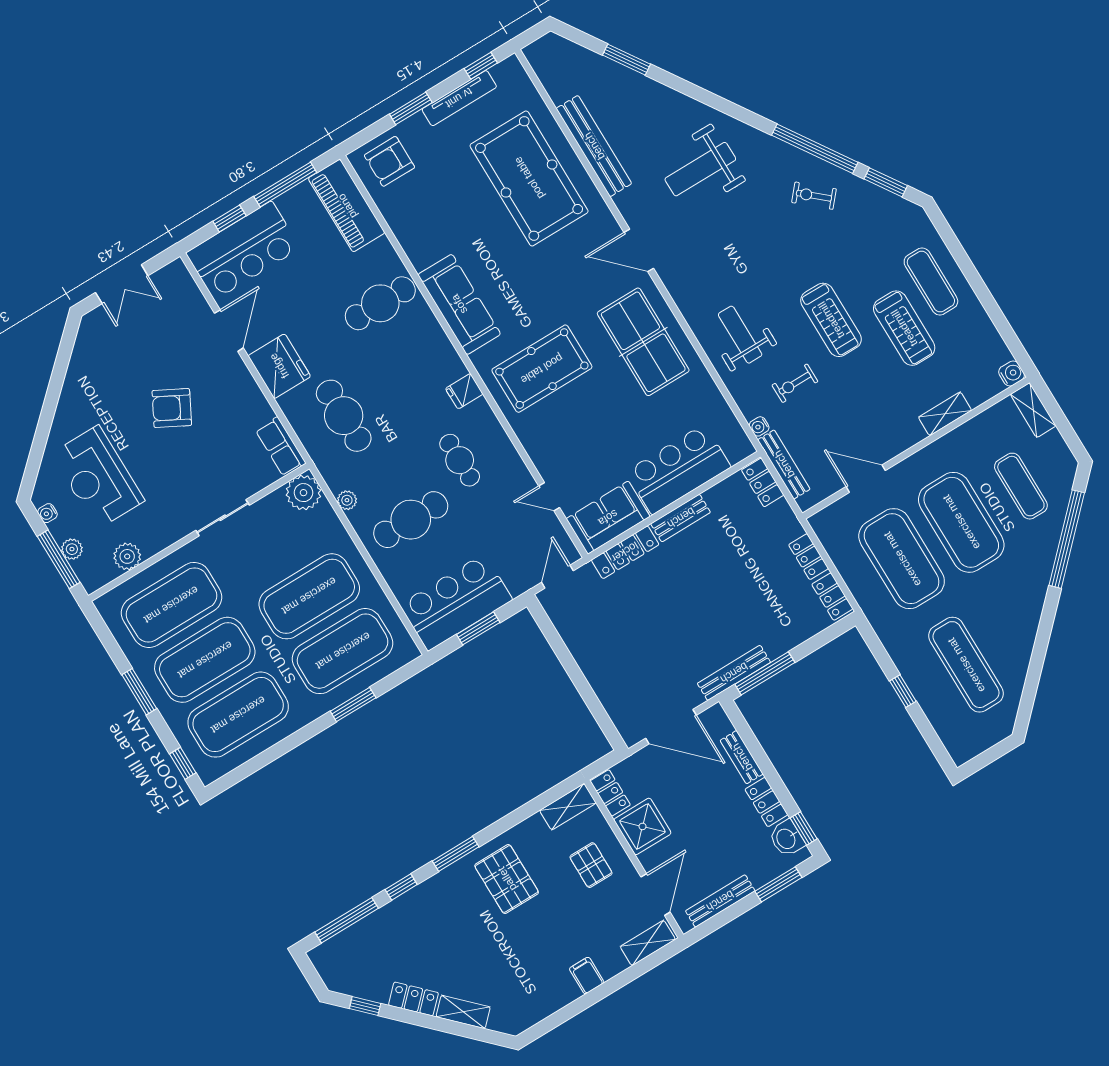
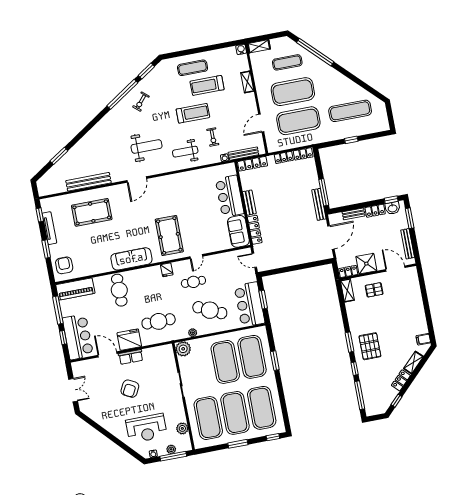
armchair: (389, 161) -> (64, 265), turned 180
weight bench: (700, 169) -> (147, 146), moved, turned -90
pool table: (529, 178) -> (92, 212), width x0.73, depth x0.76
treadmill: (904, 328) -> (207, 85), turned 180
table tennis table: (643, 342) -> (174, 191), removed
row of seats: (281, 447) -> (131, 357), moved
locker: (763, 482) -> (253, 164), width x1.53
door: (549, 497) -> (196, 256), moved
cafe table: (411, 520) -> (210, 310), turned -65
pallet: (507, 879) -> (370, 346), moved, turned 90
shelving: (648, 943) -> (414, 279), removed
filing cabinet: (587, 975) -> (423, 339), moved

